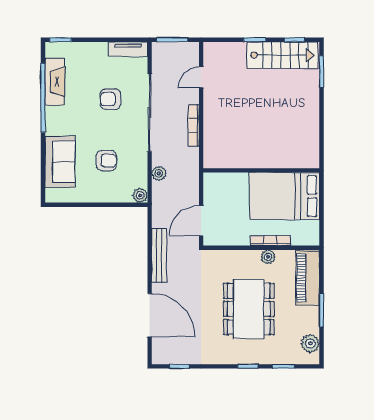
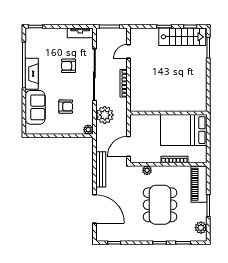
fireplace: (55, 82) -> (32, 74), moved
plant: (159, 173) -> (105, 115), width x1.88, depth x1.88
plant: (268, 257) -> (147, 170), moved

